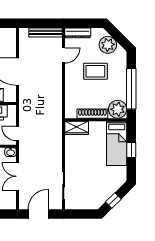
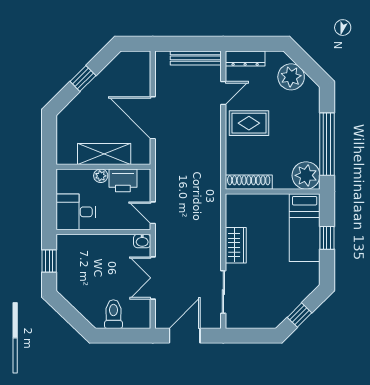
rug: (95, 71) -> (249, 123), moved
shoe rack: (92, 114) -> (249, 182), moved
wardrobe: (77, 128) -> (236, 245), moved, turned -90

